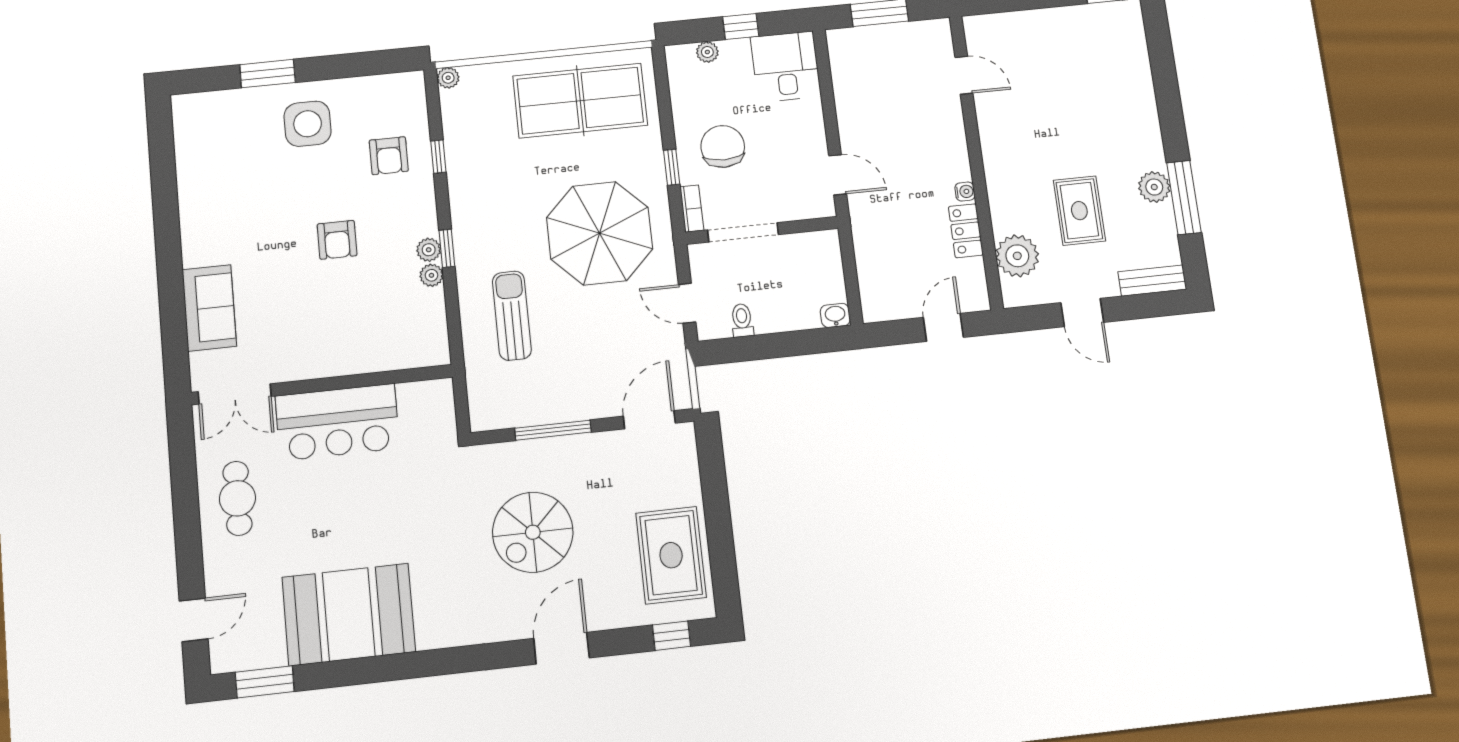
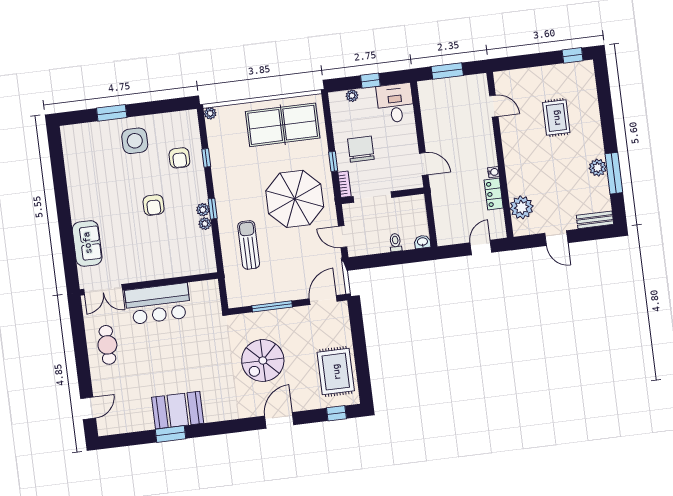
rug: (1079, 211) -> (556, 118), moved
toilet: (742, 320) -> (395, 243), moved
booth: (349, 614) -> (178, 410), width x0.73, depth x0.70
window: (265, 682) -> (170, 434), moved

